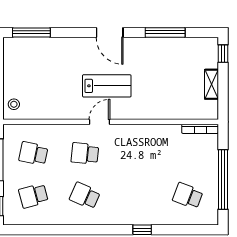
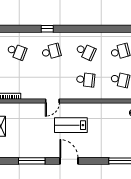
door: (100, 122) -> (52, 101), moved
school desk: (136, 196) -> (51, 51), added

